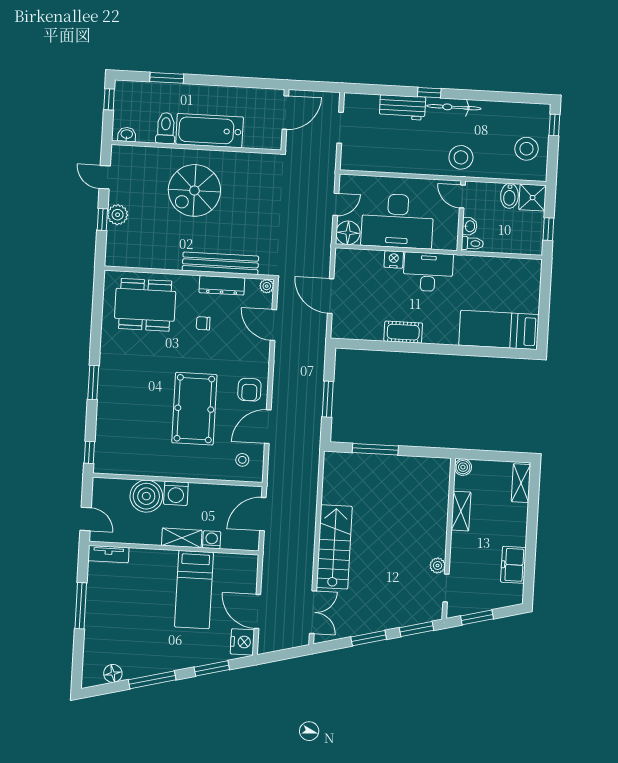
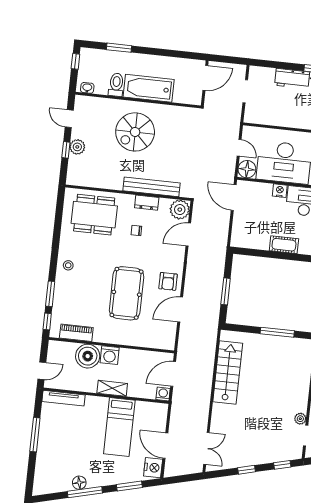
door: (336, 204) -> (239, 148), hinge flipped
dresser: (222, 285) -> (147, 203), width x0.70
plant: (267, 286) -> (180, 210), width x1.87, depth x1.87
door: (331, 296) -> (234, 198), moved
door: (273, 325) -> (188, 234), hinge flipped
window: (93, 382) -> (50, 294), moved
window: (375, 449) -> (277, 332), moved
stool: (242, 460) -> (68, 265), moved
piano: (129, 465) -> (76, 333), added
door: (86, 519) -> (42, 371), hinge flipped
washing machine: (212, 540) -> (163, 394), moved
stairs: (334, 547) -> (228, 373), moved
tv unit: (108, 554) -> (64, 398), width x1.41
window: (416, 629) -> (282, 465), width x0.67
window: (369, 638) -> (247, 470), width x0.67
floor lamp: (113, 673) -> (79, 483), moved

